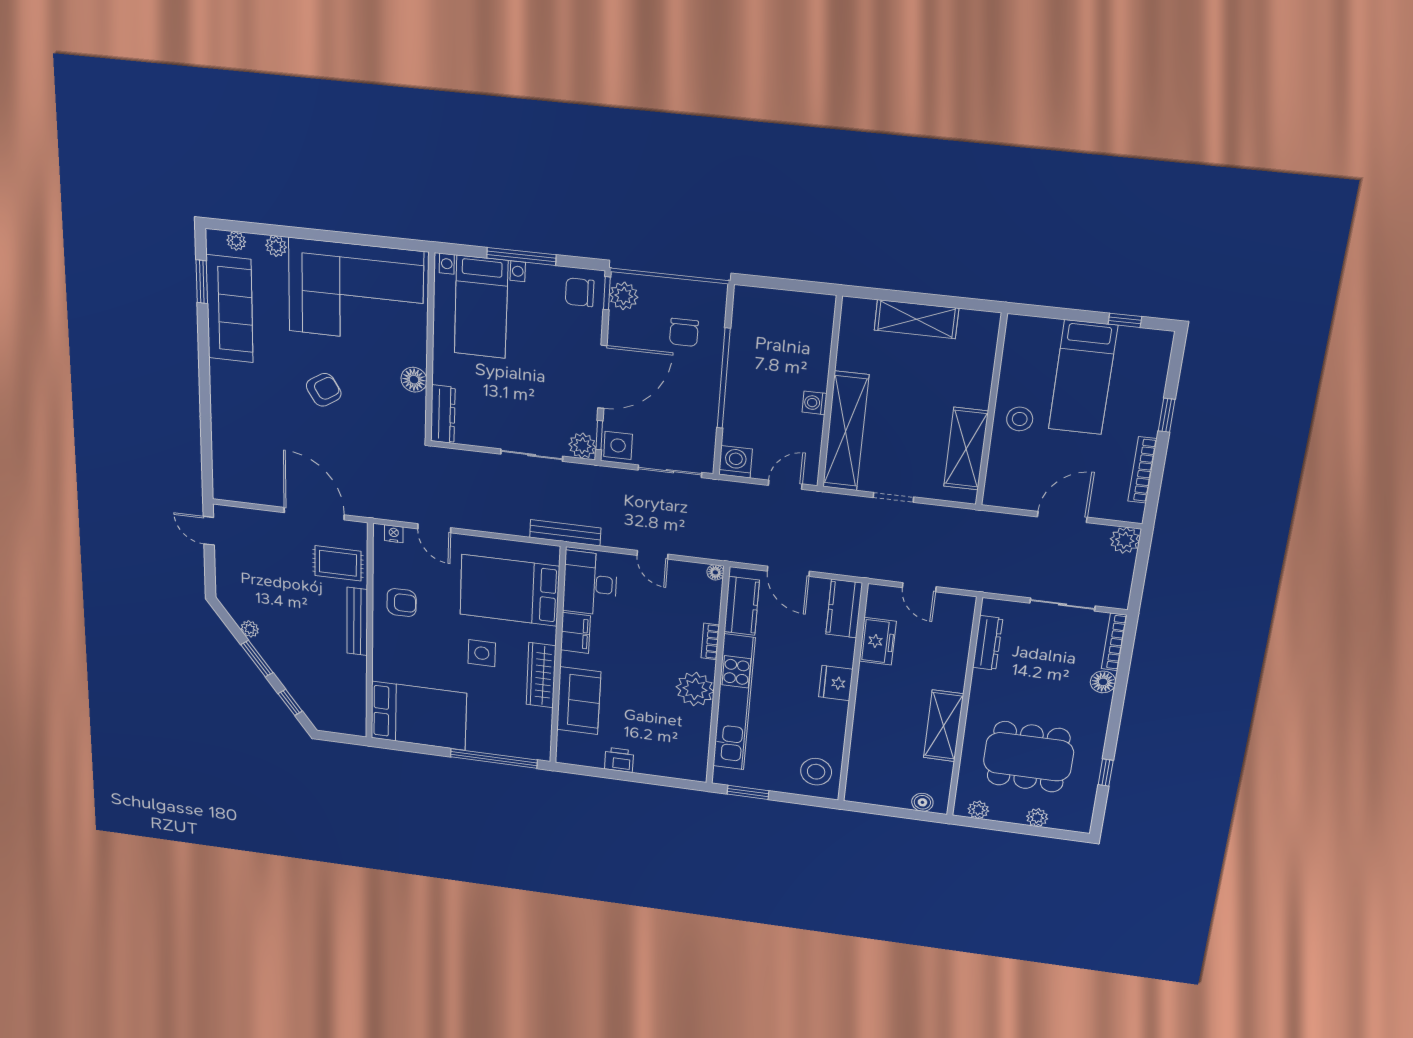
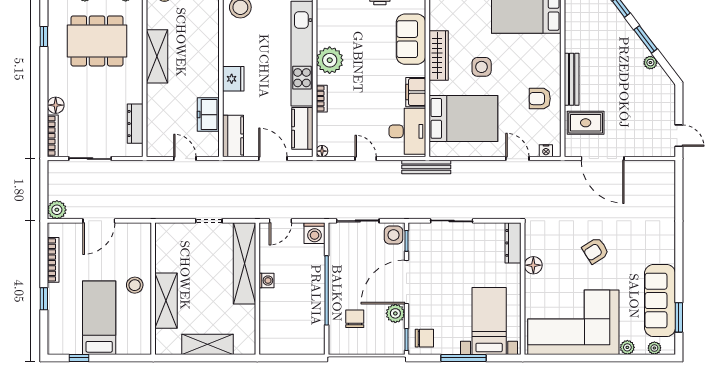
plant: (624, 296) -> (395, 313), moved
plant: (582, 446) -> (417, 232), removed
shelving: (966, 449) -> (166, 301), moved

